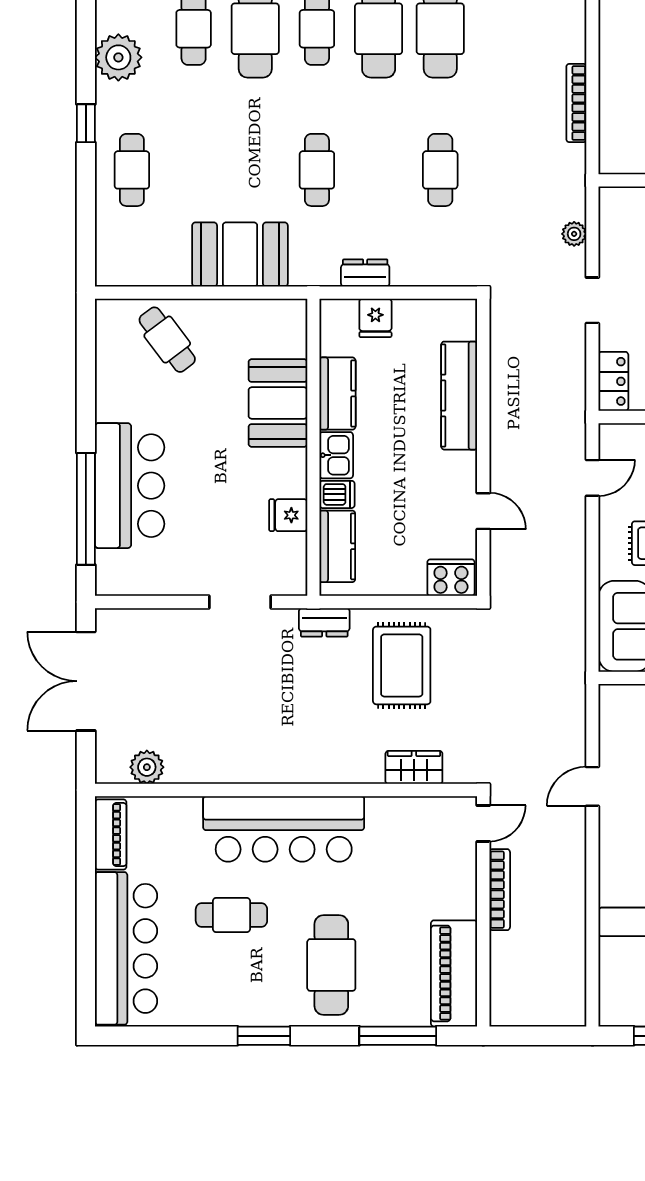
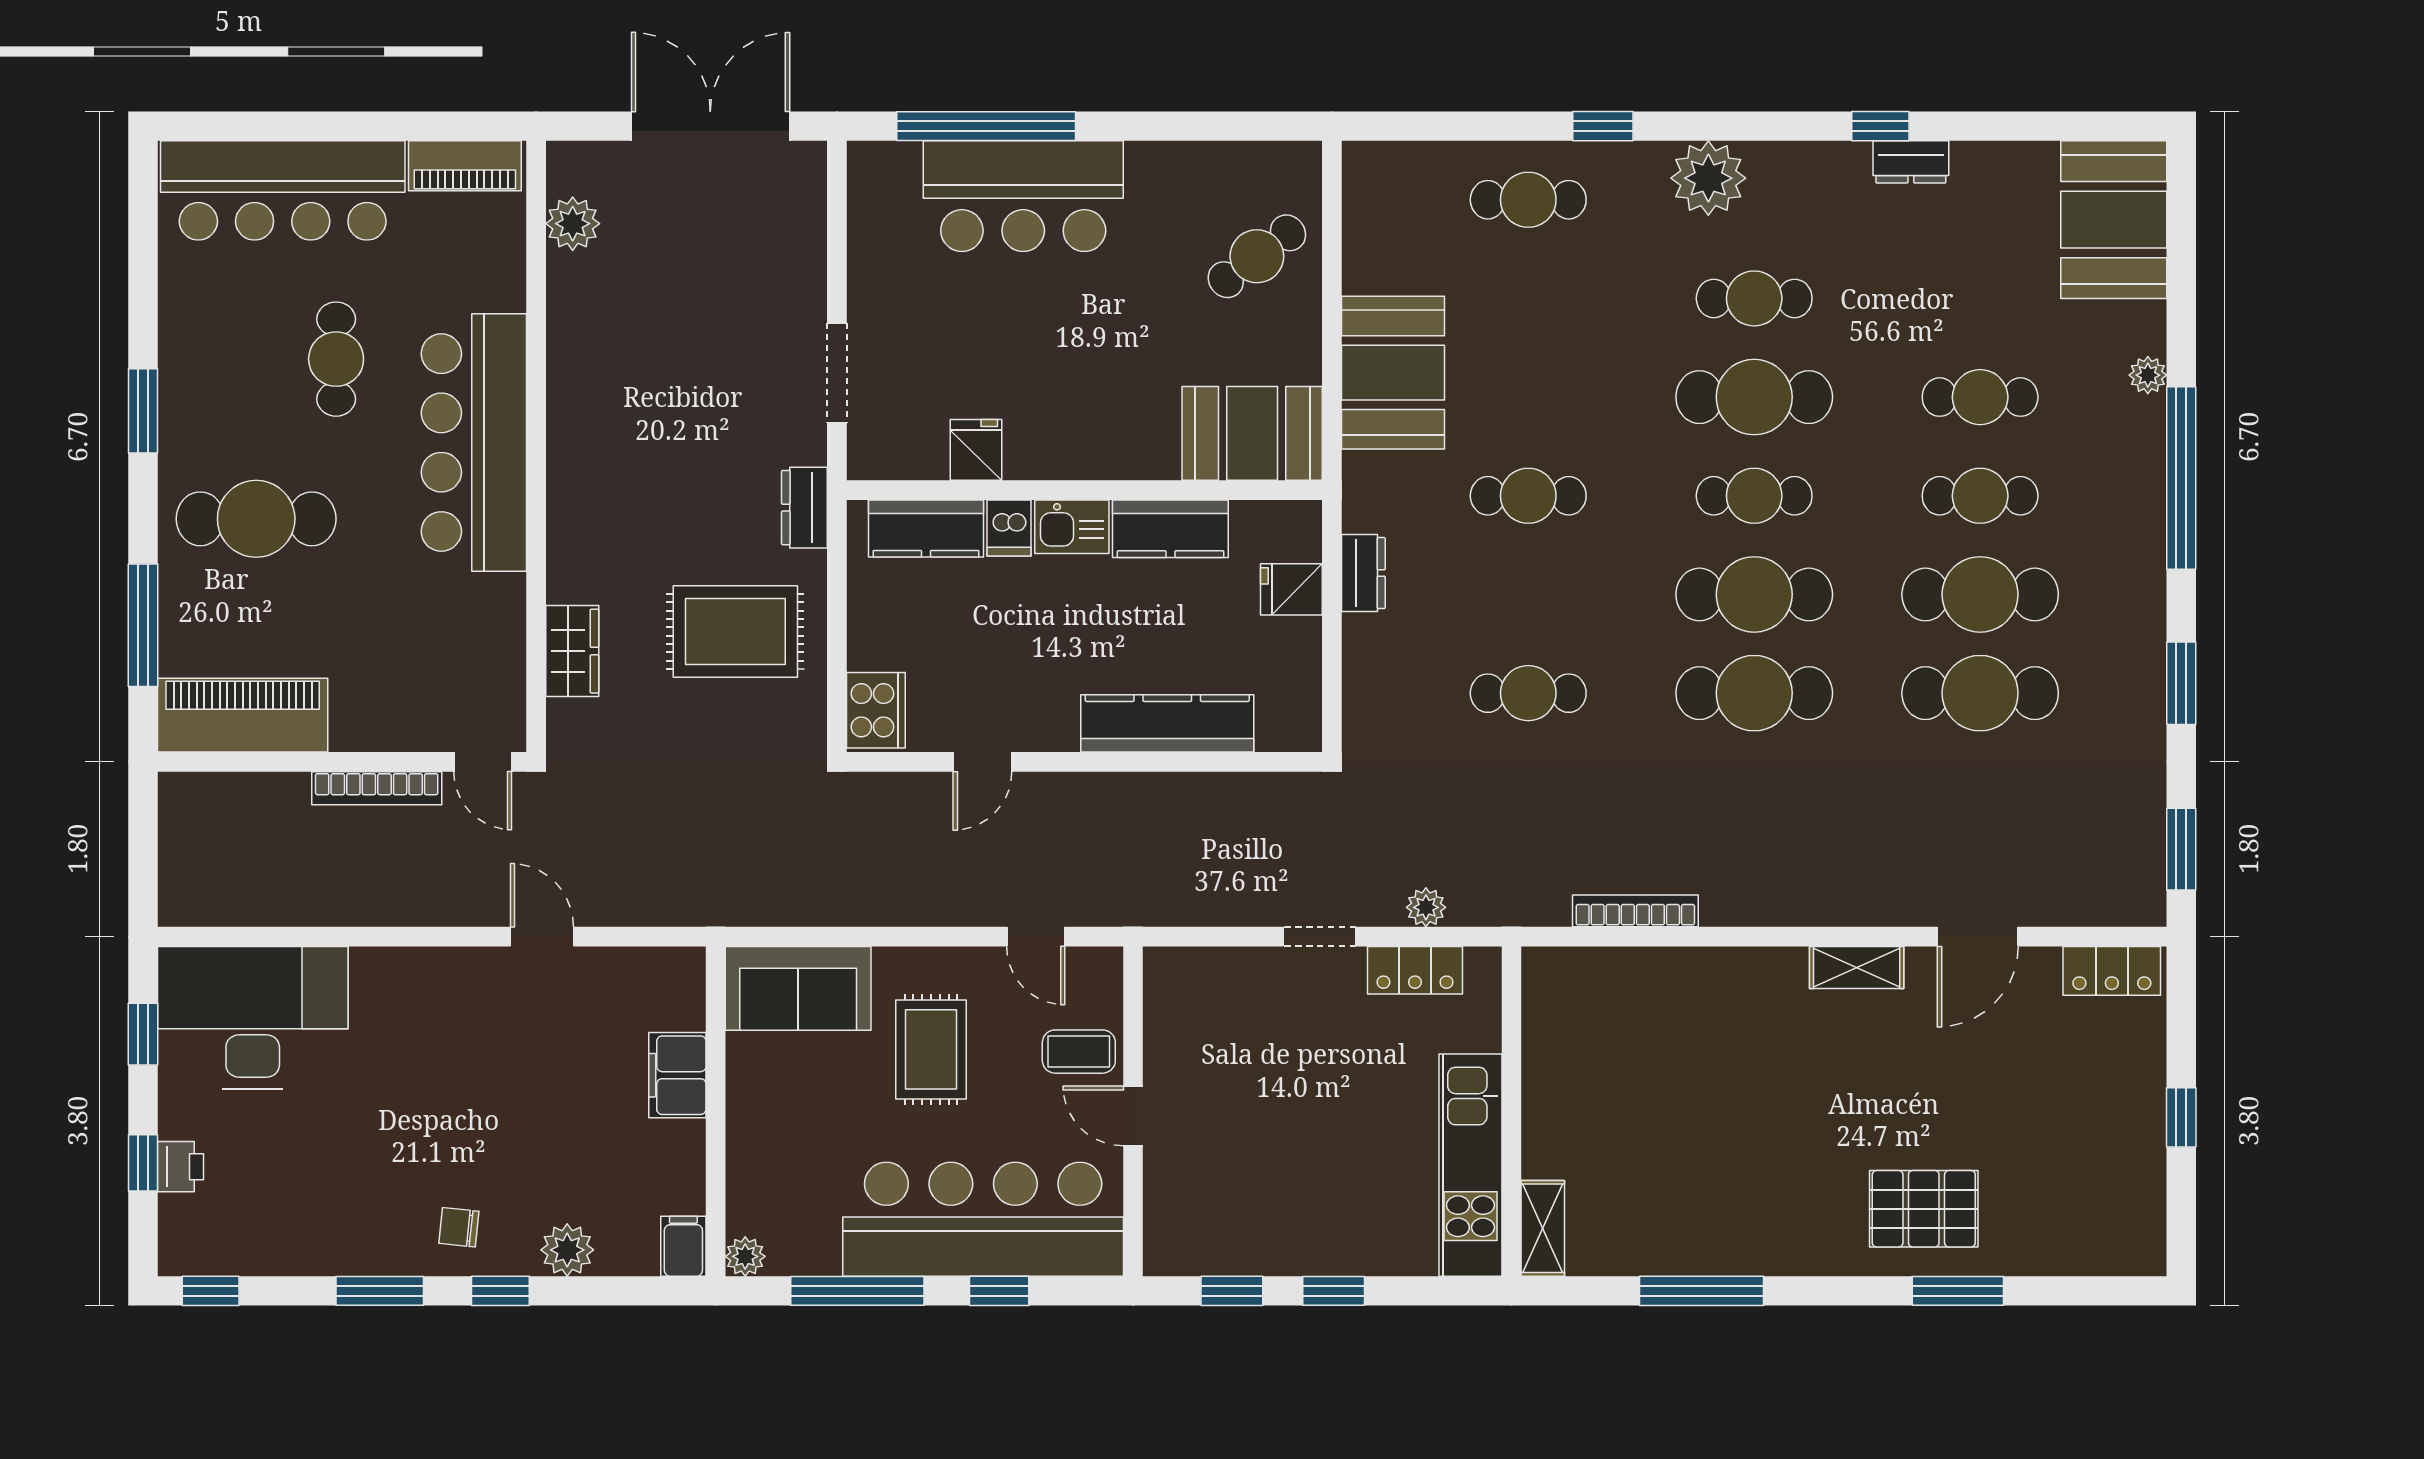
locker: (613, 381) -> (1415, 970), moved
booth: (278, 403) -> (1252, 433), moved

